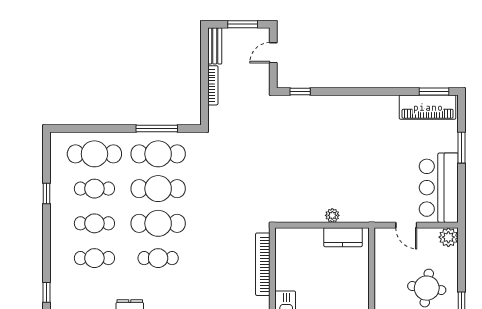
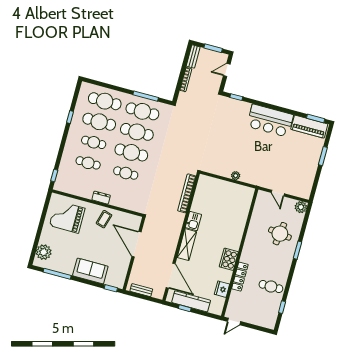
bar counter: (439, 188) -> (270, 121), moved, turned -90
cafe table: (94, 189) -> (99, 122), width x1.37, depth x1.35
kitchen counter: (343, 237) -> (238, 190), removed

